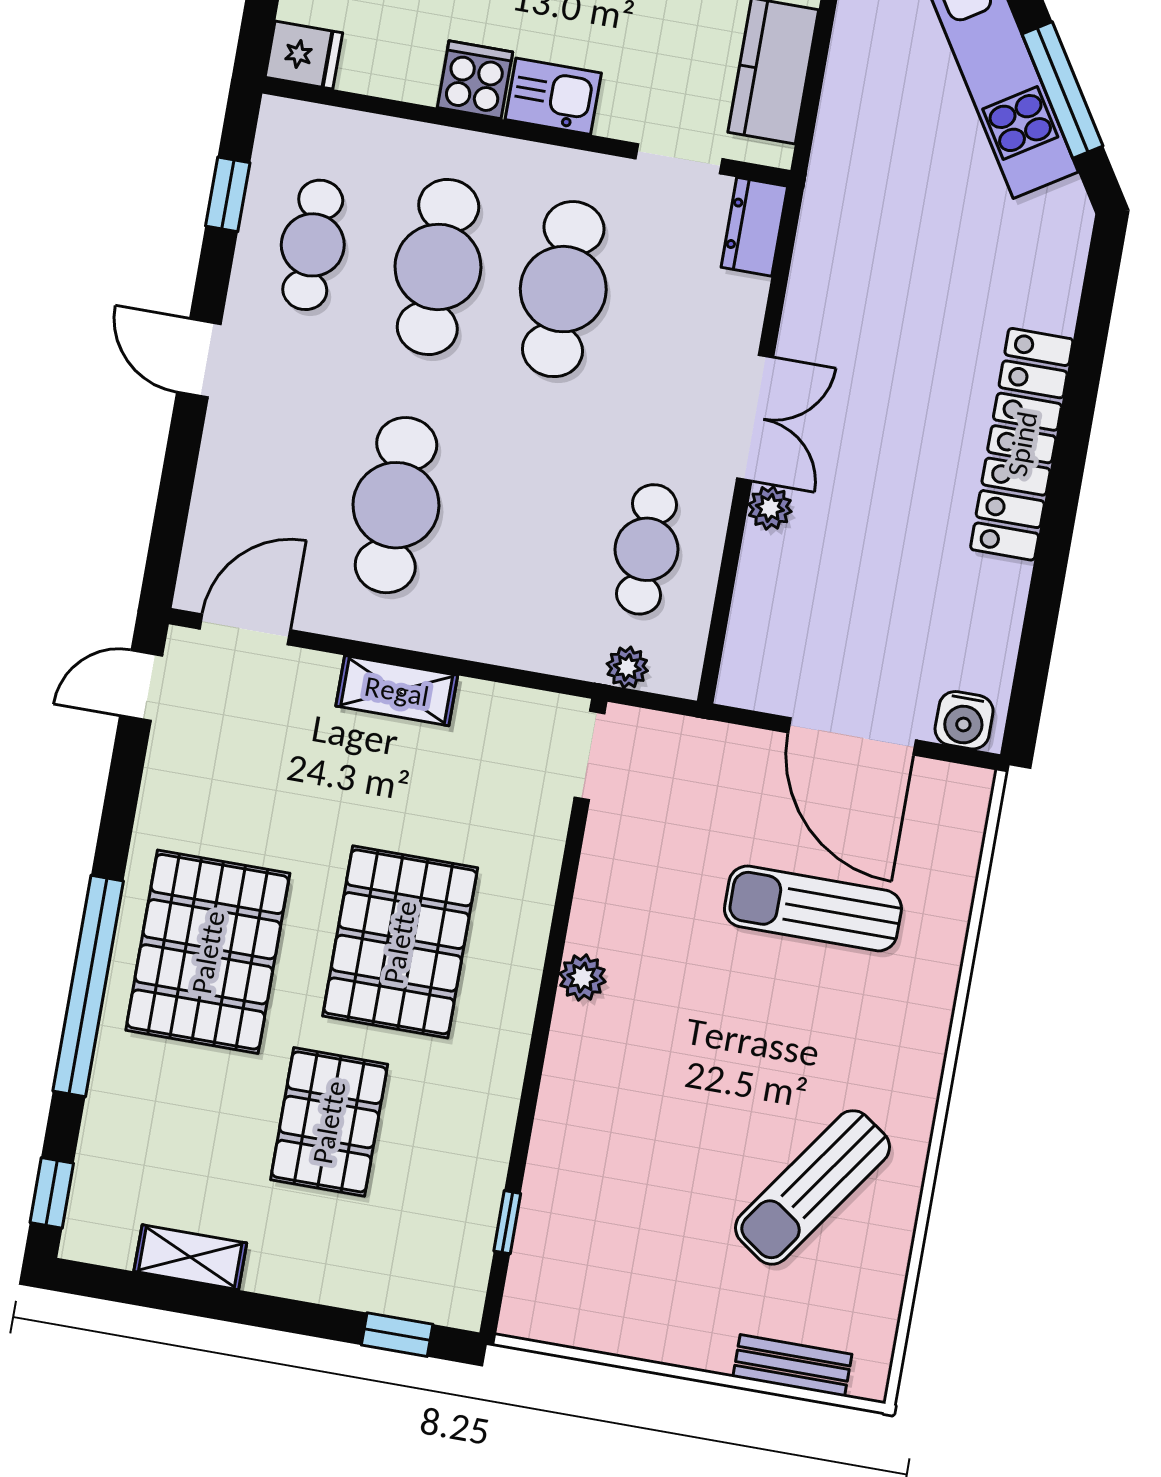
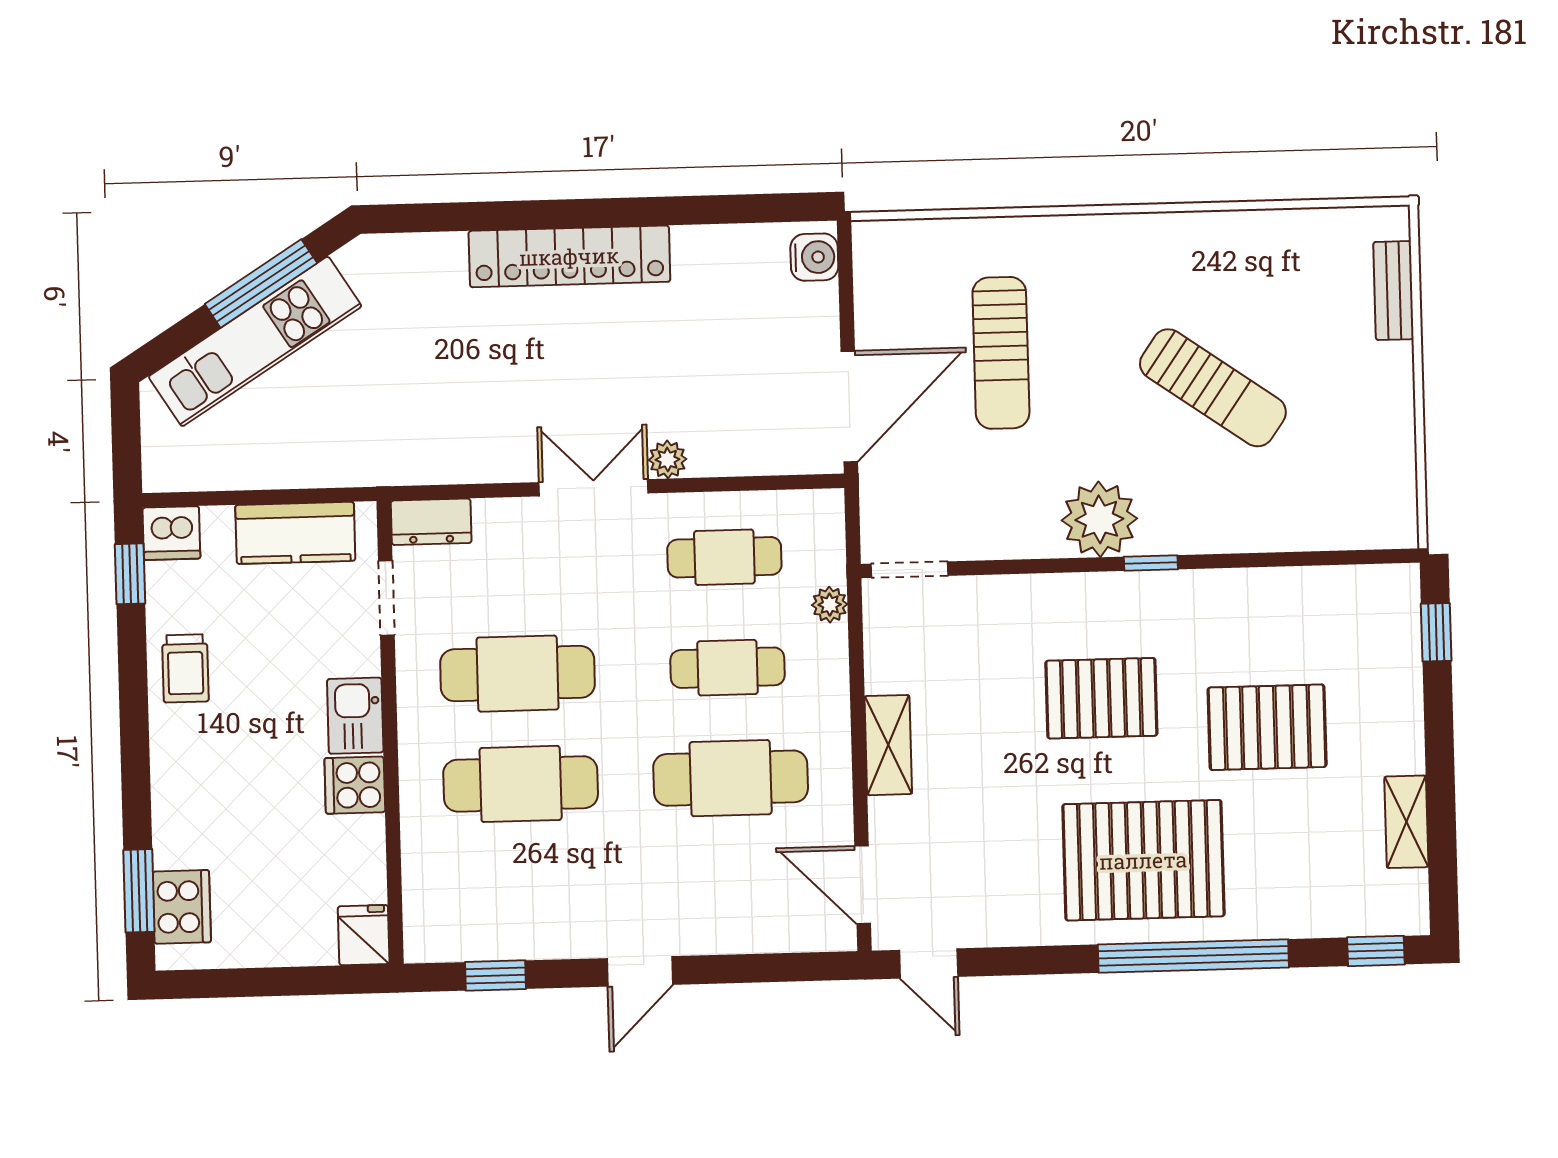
cafe table: (313, 245) -> (727, 668), moved
plant: (627, 667) -> (830, 605), moved
door: (852, 736) -> (849, 406), moved
pallet: (400, 942) -> (1101, 698), width x0.73, depth x0.71
plant: (582, 977) -> (1099, 519), width x1.88, depth x1.88
sun lounger: (812, 1187) -> (1213, 388), moved
window: (507, 1222) -> (1151, 563), moved

